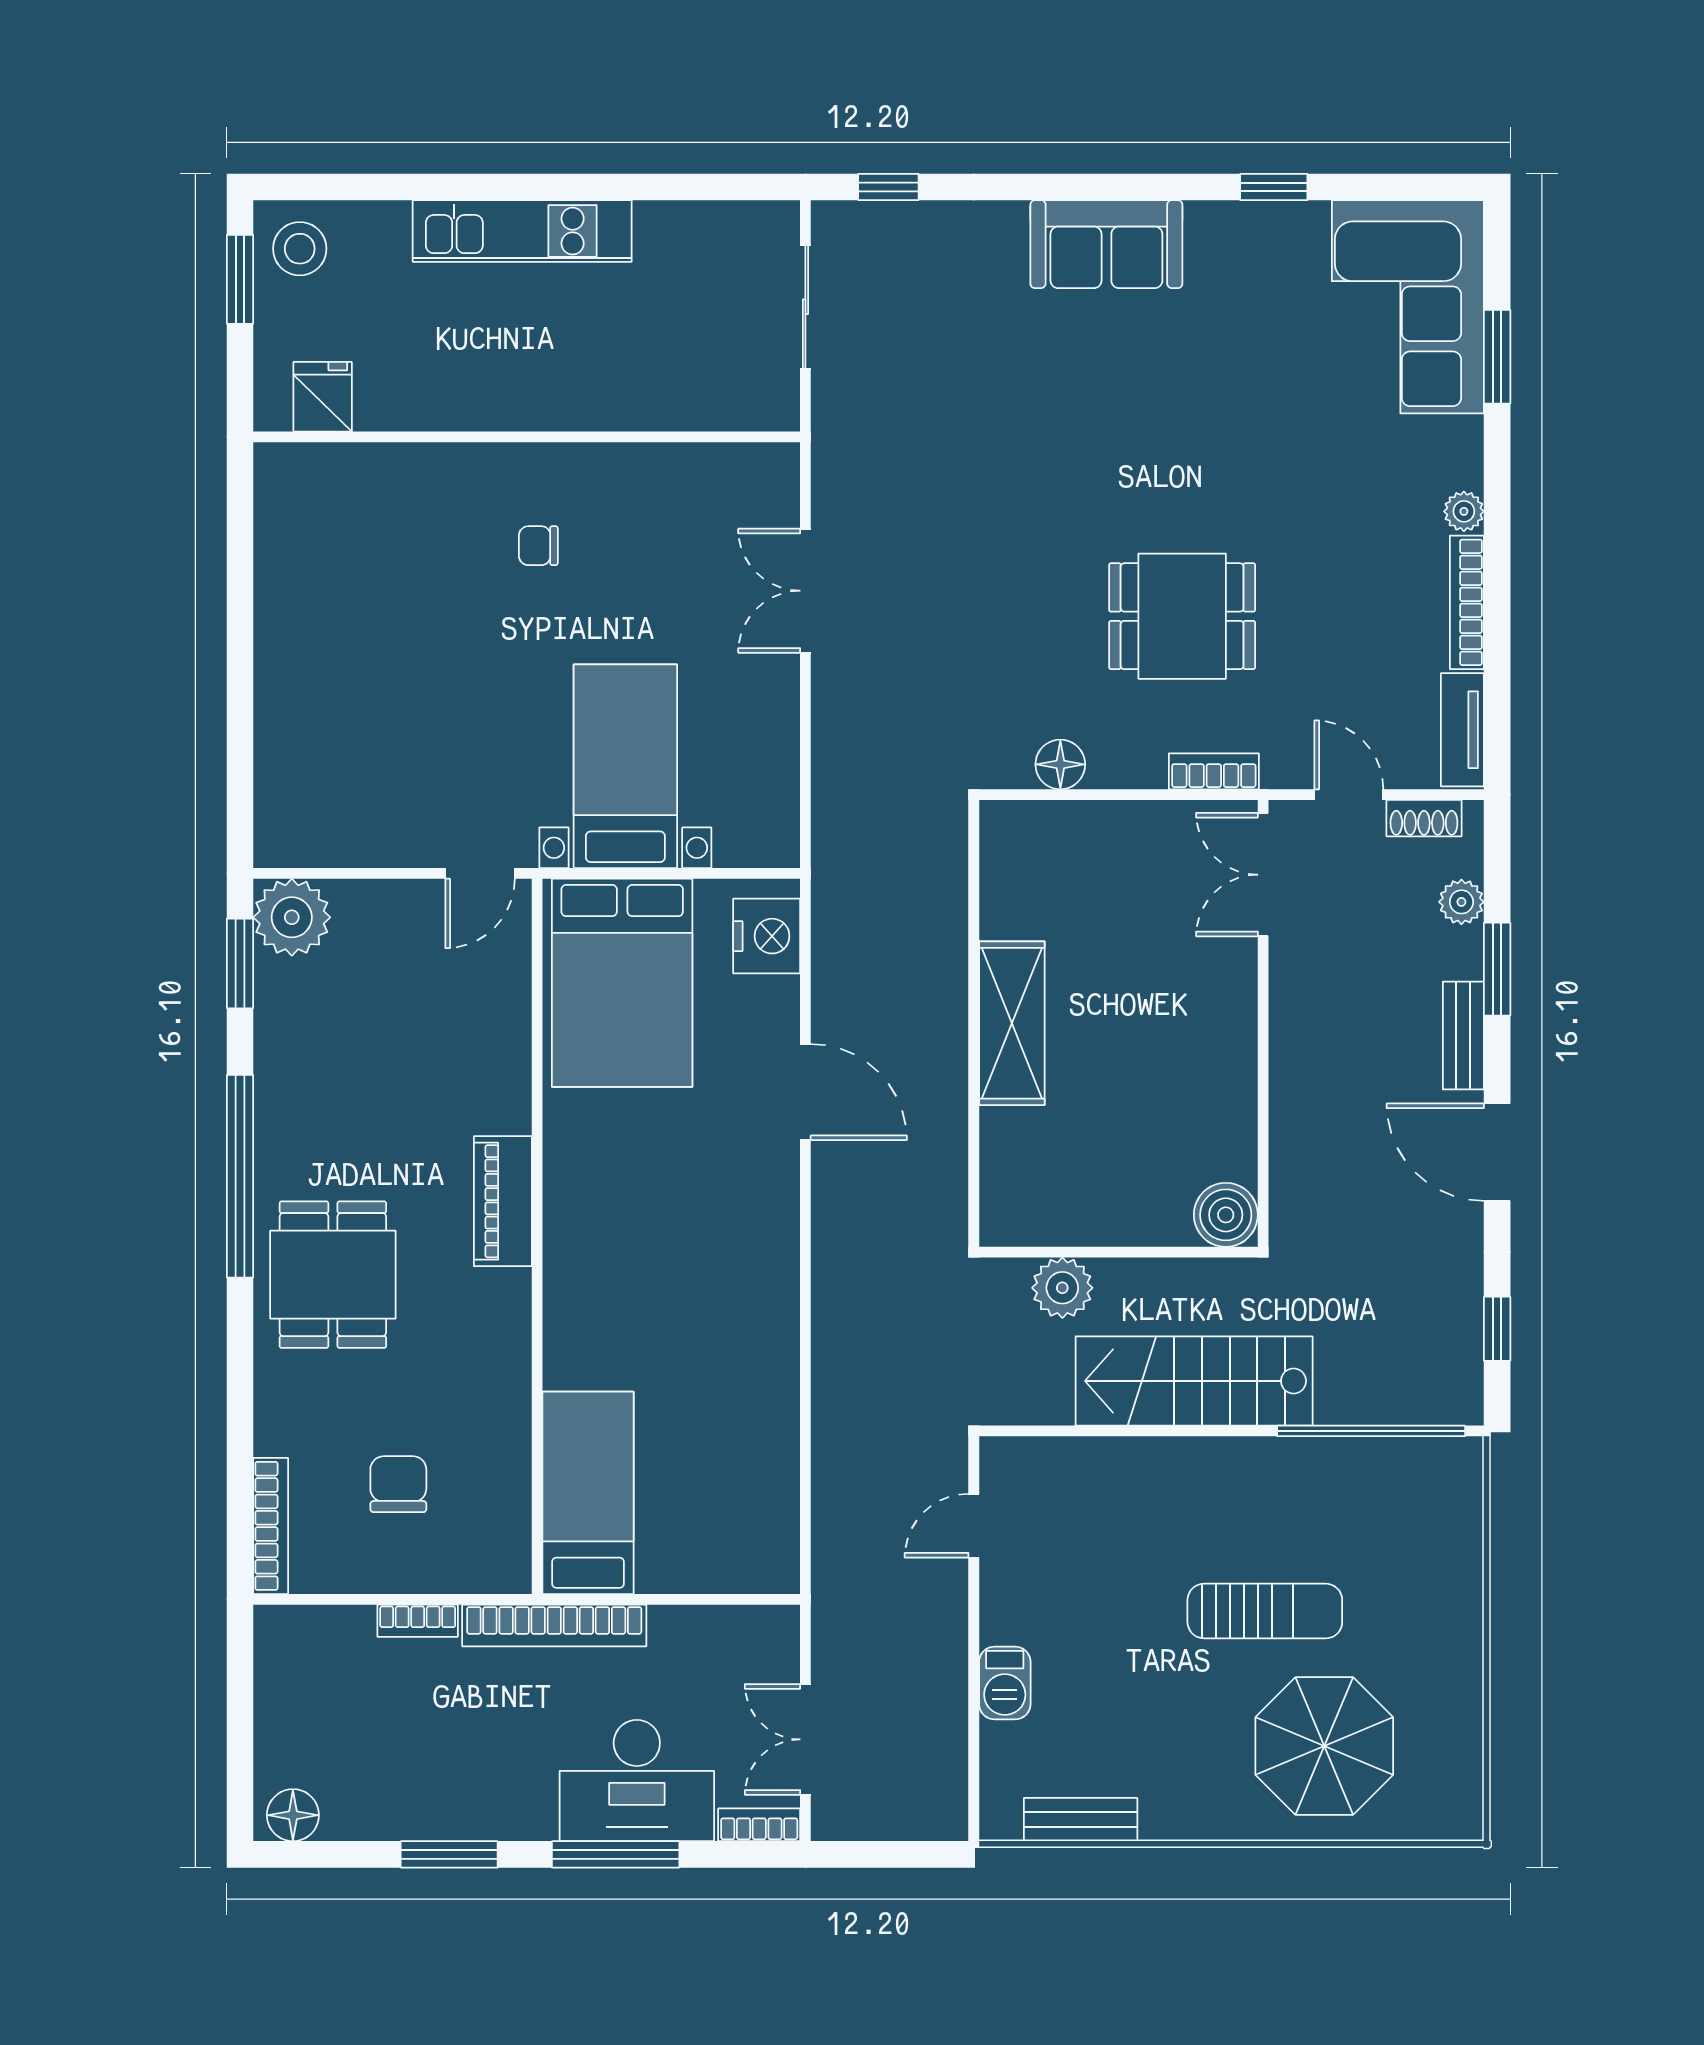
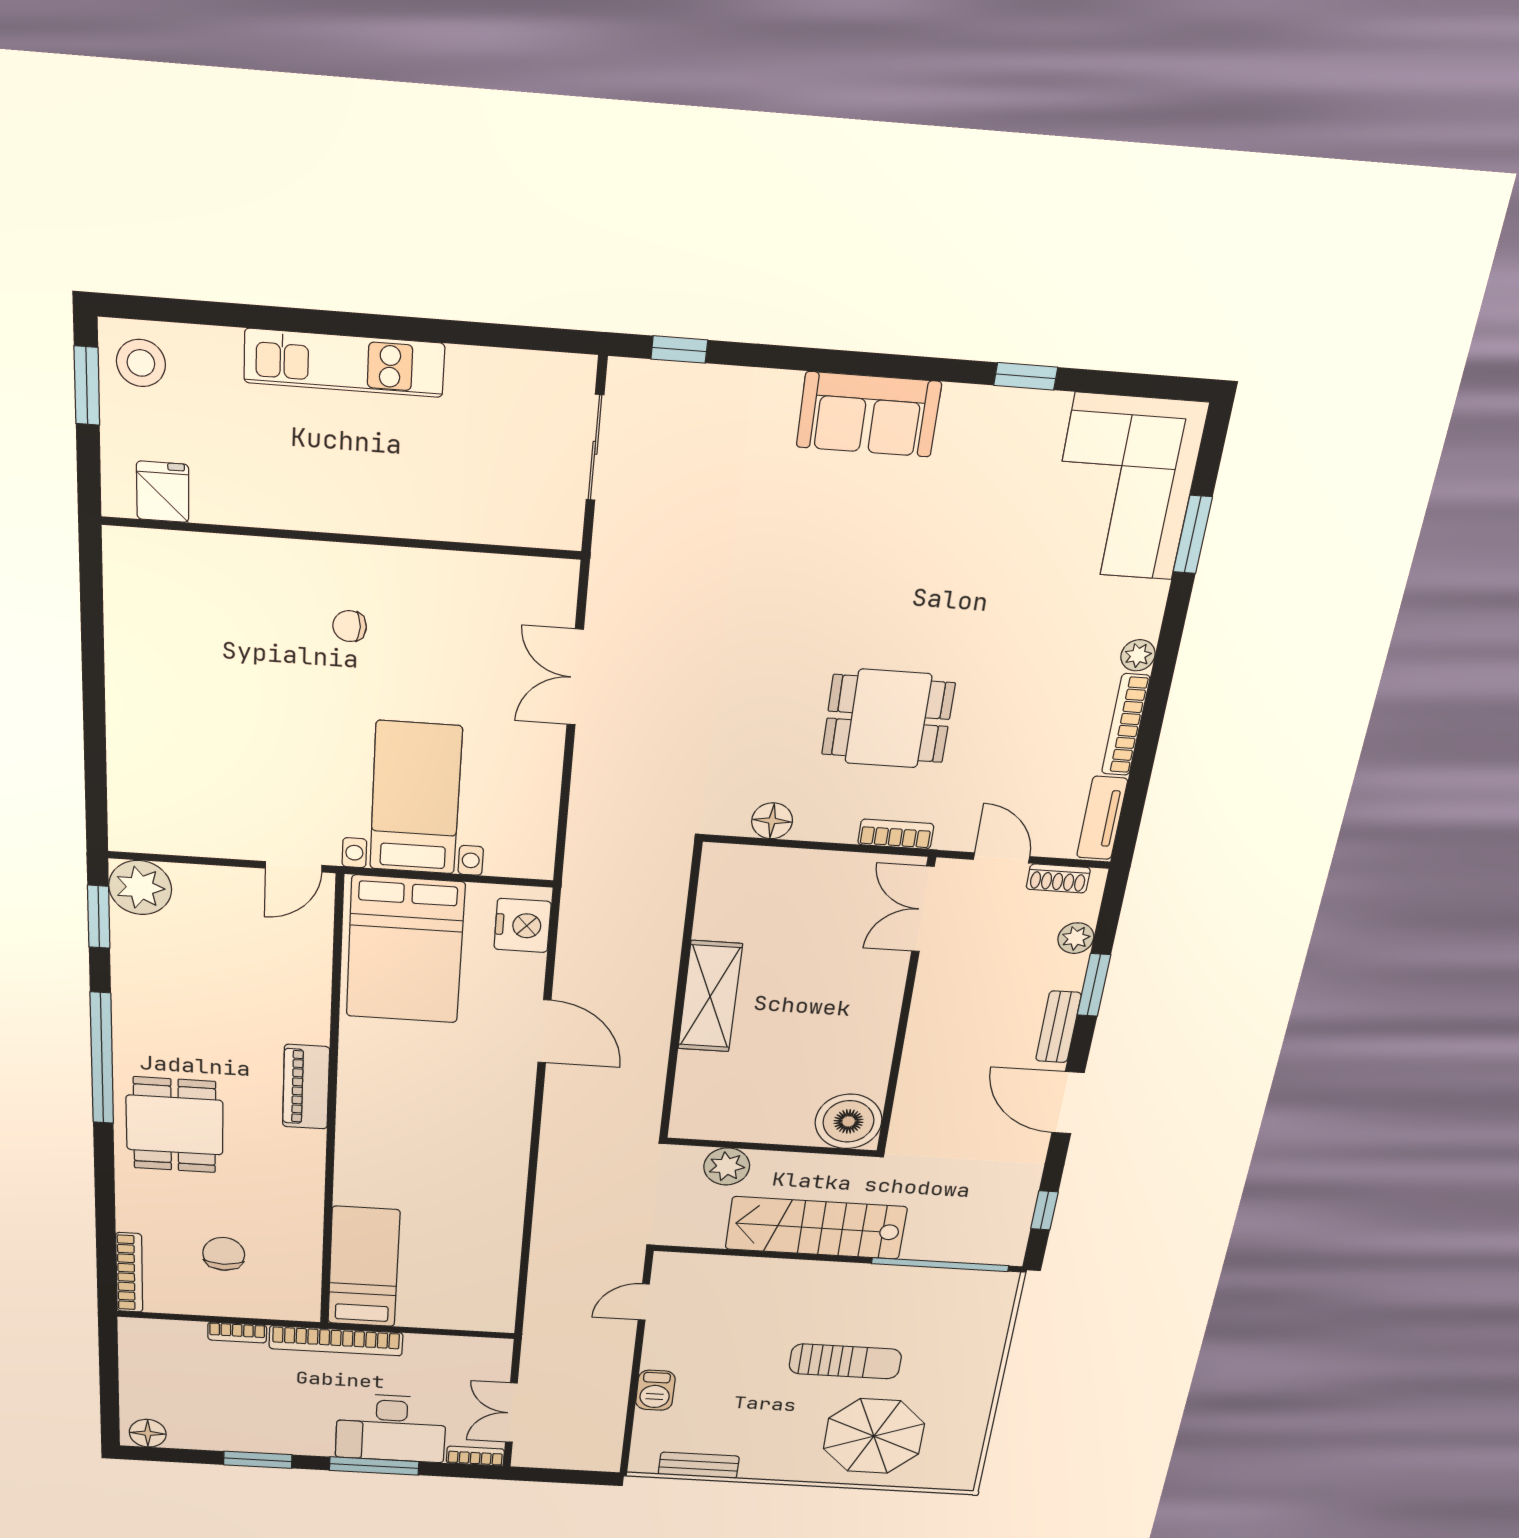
boiler: (1226, 1215) -> (849, 1121), width x1.37, depth x1.37

